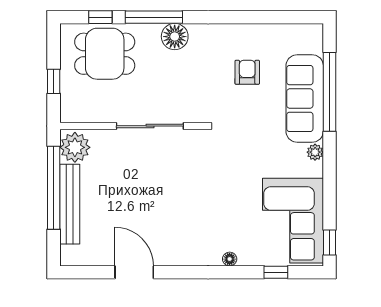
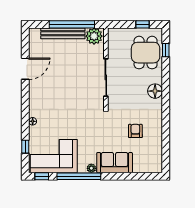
window: (154, 17) -> (166, 80), removed
armchair: (247, 72) -> (135, 131), turned -90
window: (54, 81) -> (143, 24), moved
window: (330, 92) -> (79, 176), moved
sofa: (305, 99) -> (115, 163), width x0.73

